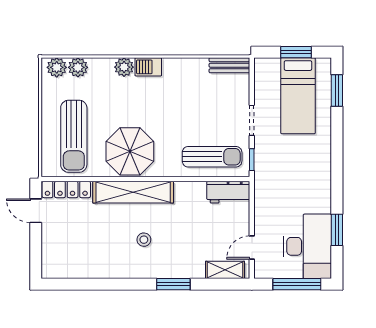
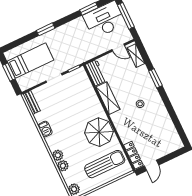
plant: (78, 67) -> (63, 166), moved
barbecue: (148, 67) -> (45, 129), moved
window: (337, 90) -> (46, 29), moved
sun lounger: (212, 157) -> (82, 89), removed
shelving: (133, 192) -> (108, 98), moved, width x0.68

